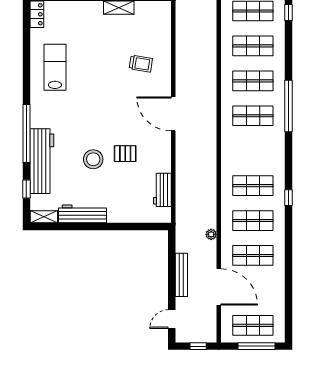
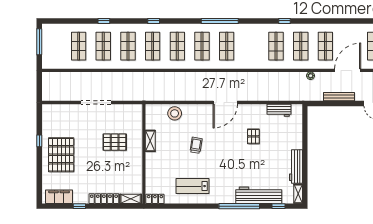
trolley: (141, 64) -> (196, 145), moved
stool: (93, 159) -> (175, 113), moved

